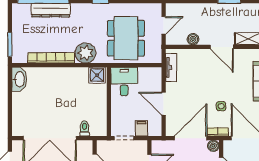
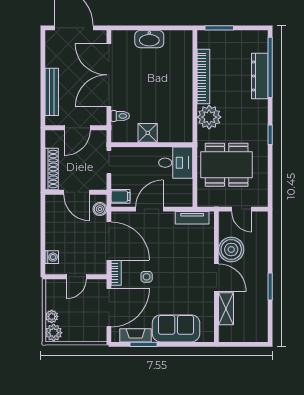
boiler: (193, 39) -> (231, 249), width x1.86, depth x1.86
door: (222, 47) -> (216, 278), swing flipped
shower: (97, 75) -> (148, 133), moved
washbasin: (19, 79) -> (149, 39), moved
filing cabinet: (141, 128) -> (121, 196), moved
boiler: (213, 146) -> (100, 209), moved

